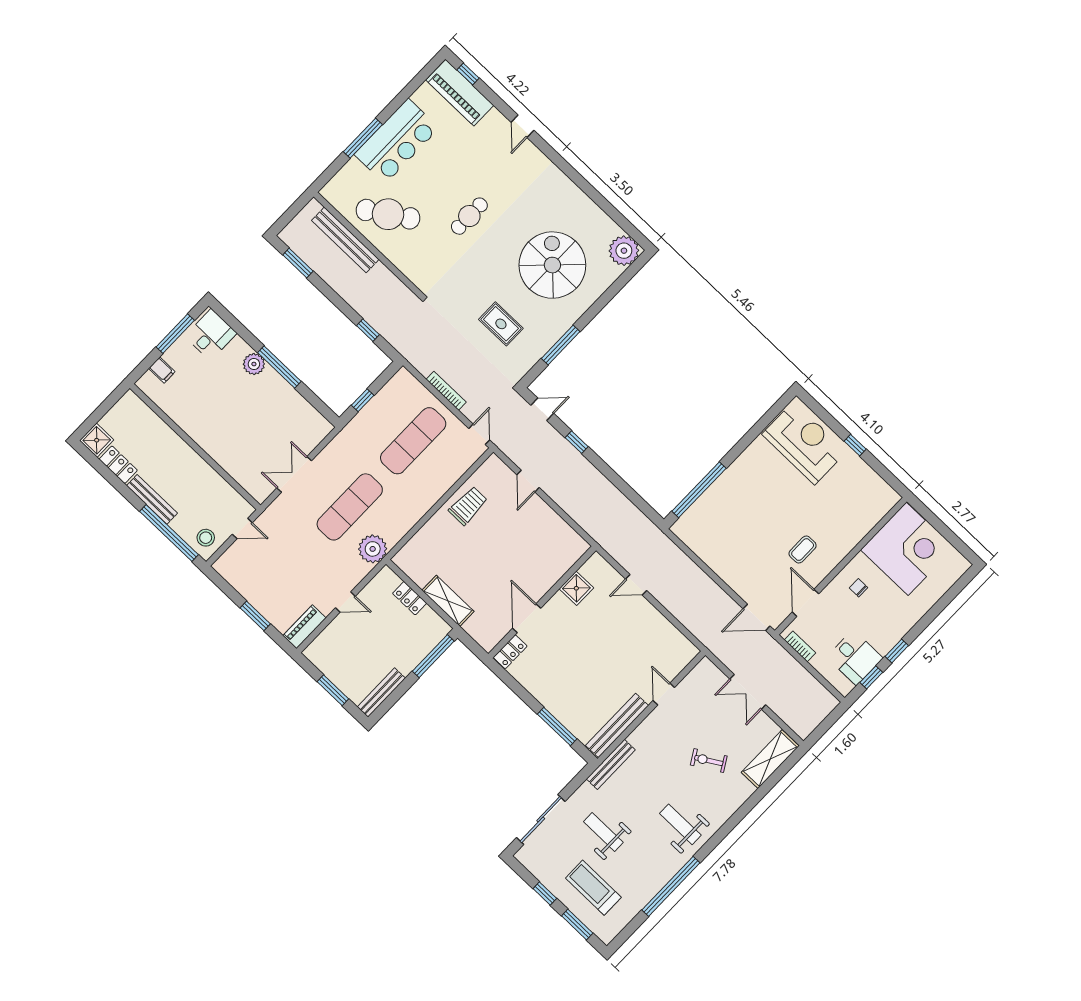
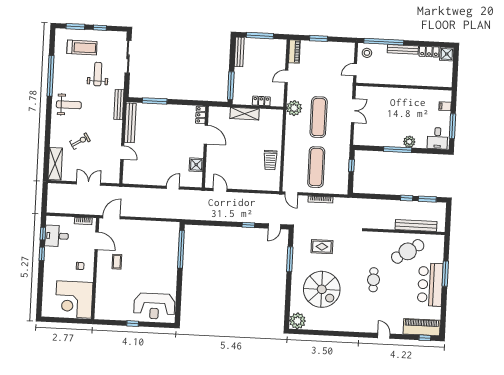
window: (368, 330) -> (407, 198), moved
door: (528, 481) -> (220, 190), moved
window: (333, 690) -> (260, 36), width x1.44
weight bench: (603, 832) -> (98, 74), turned -90

